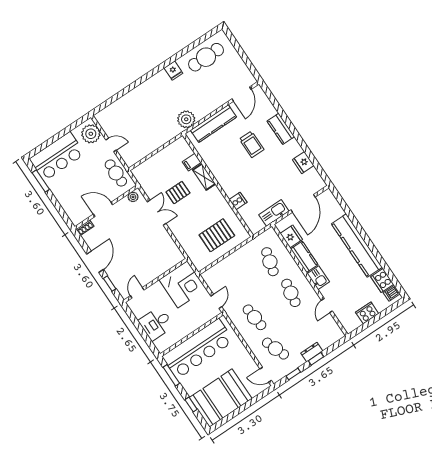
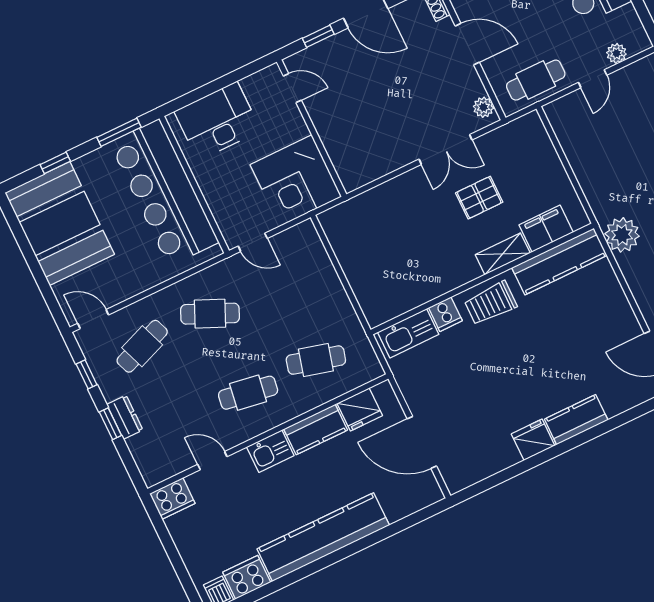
kitchen counter: (213, 124) -> (559, 262), moved, turned -90
plant: (91, 134) -> (616, 53), width x0.53, depth x0.53
trolley: (252, 144) -> (491, 303), moved
filing cabinet: (192, 162) -> (546, 229), width x2.00
fridge: (303, 163) -> (533, 440), moved
pallet: (178, 193) -> (479, 198), turned 90
door: (103, 209) -> (467, 44), hinge flipped
kitchen sink: (274, 213) -> (408, 333), moved, turned 90
pallet: (217, 235) -> (383, 262), removed
cooker: (367, 313) -> (172, 499), moved, turned 90
cafe table: (254, 317) -> (210, 314), turned 30
desk: (156, 323) -> (217, 121), width x1.37
door: (266, 375) -> (93, 319), hinge flipped

